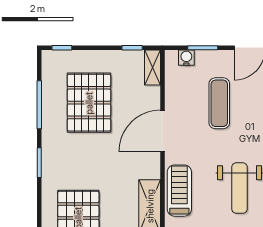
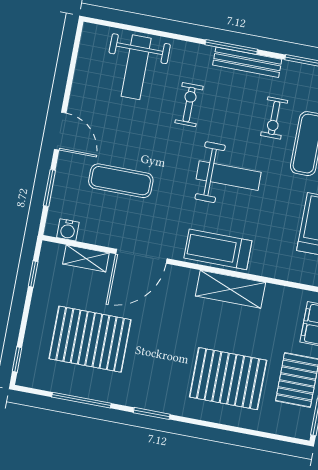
water cooler: (186, 58) -> (68, 230), moved, turned -90
shelving: (152, 67) -> (86, 258), moved
door: (162, 131) -> (141, 256), hinge flipped

